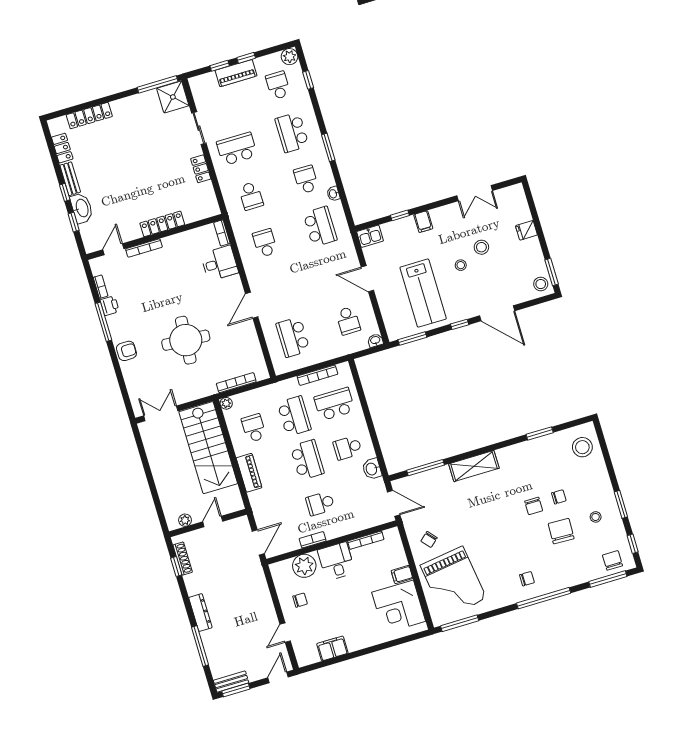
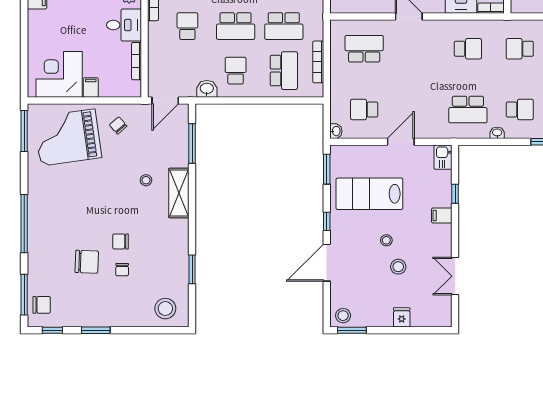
stool: (596, 517) -> (146, 180), moved
chair: (527, 579) -> (49, 213), removed

